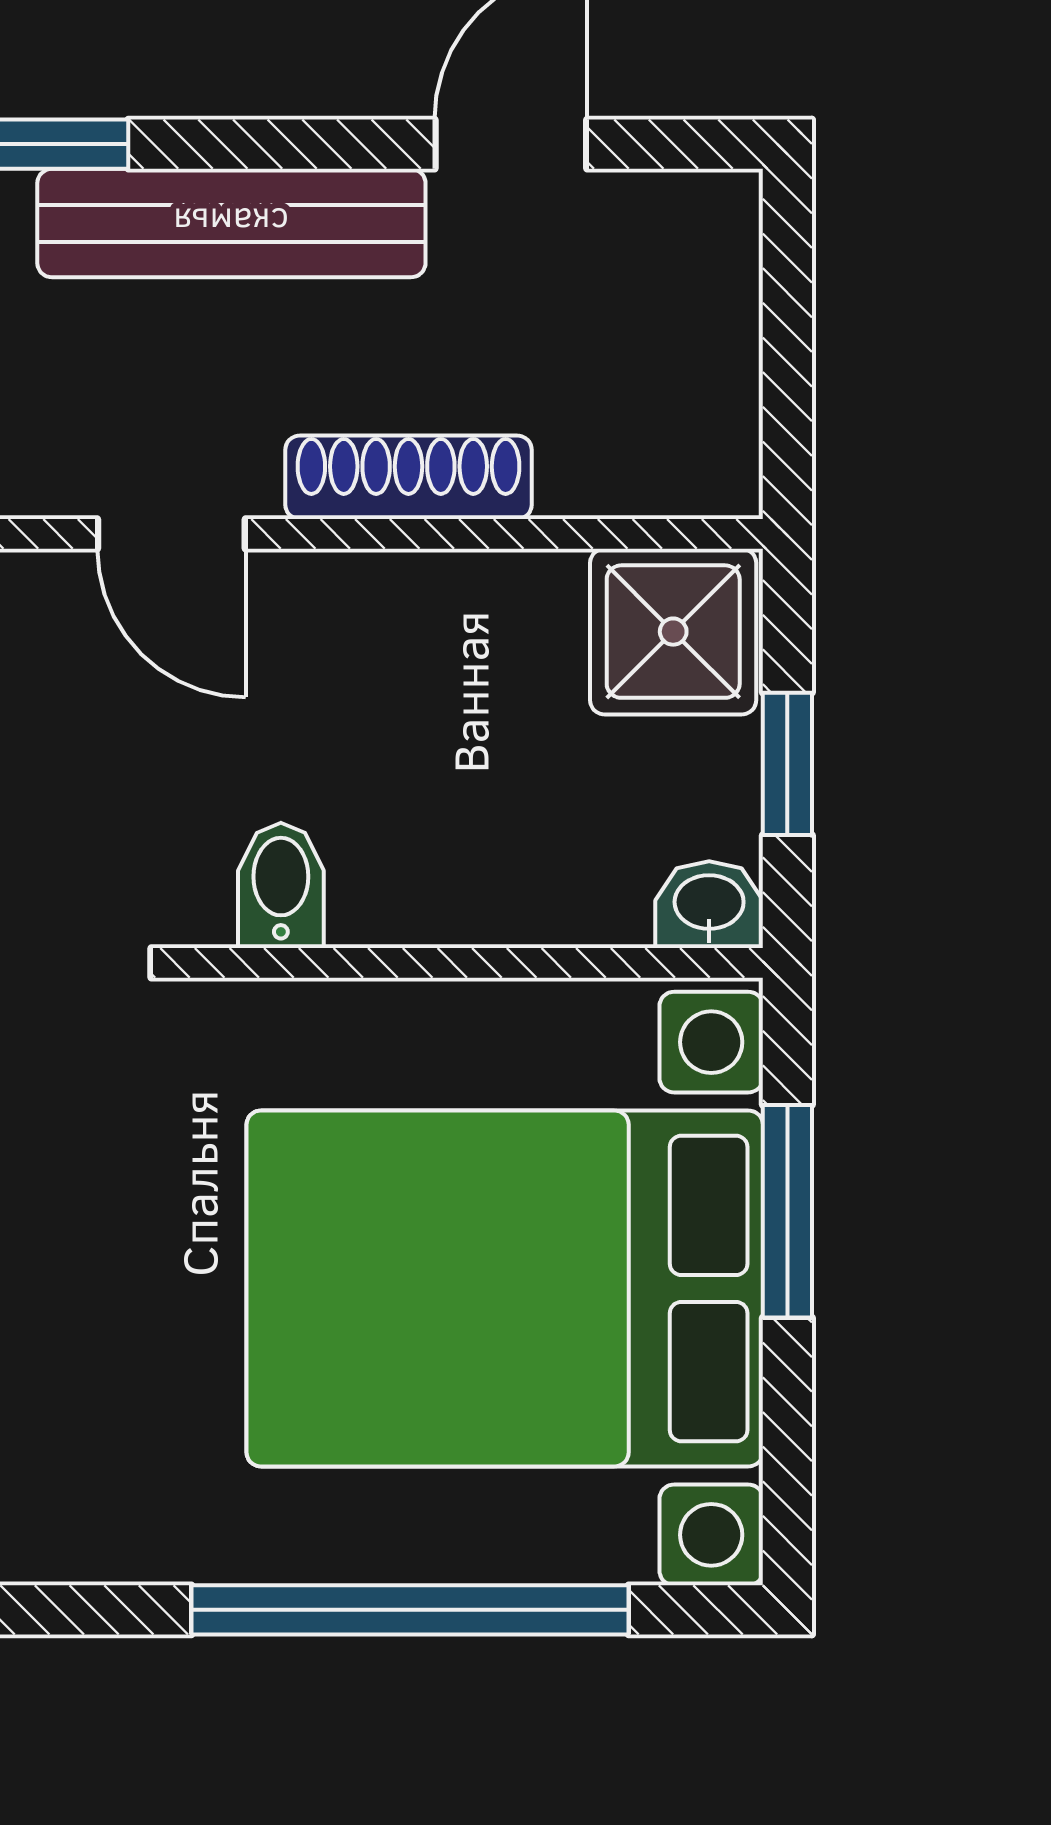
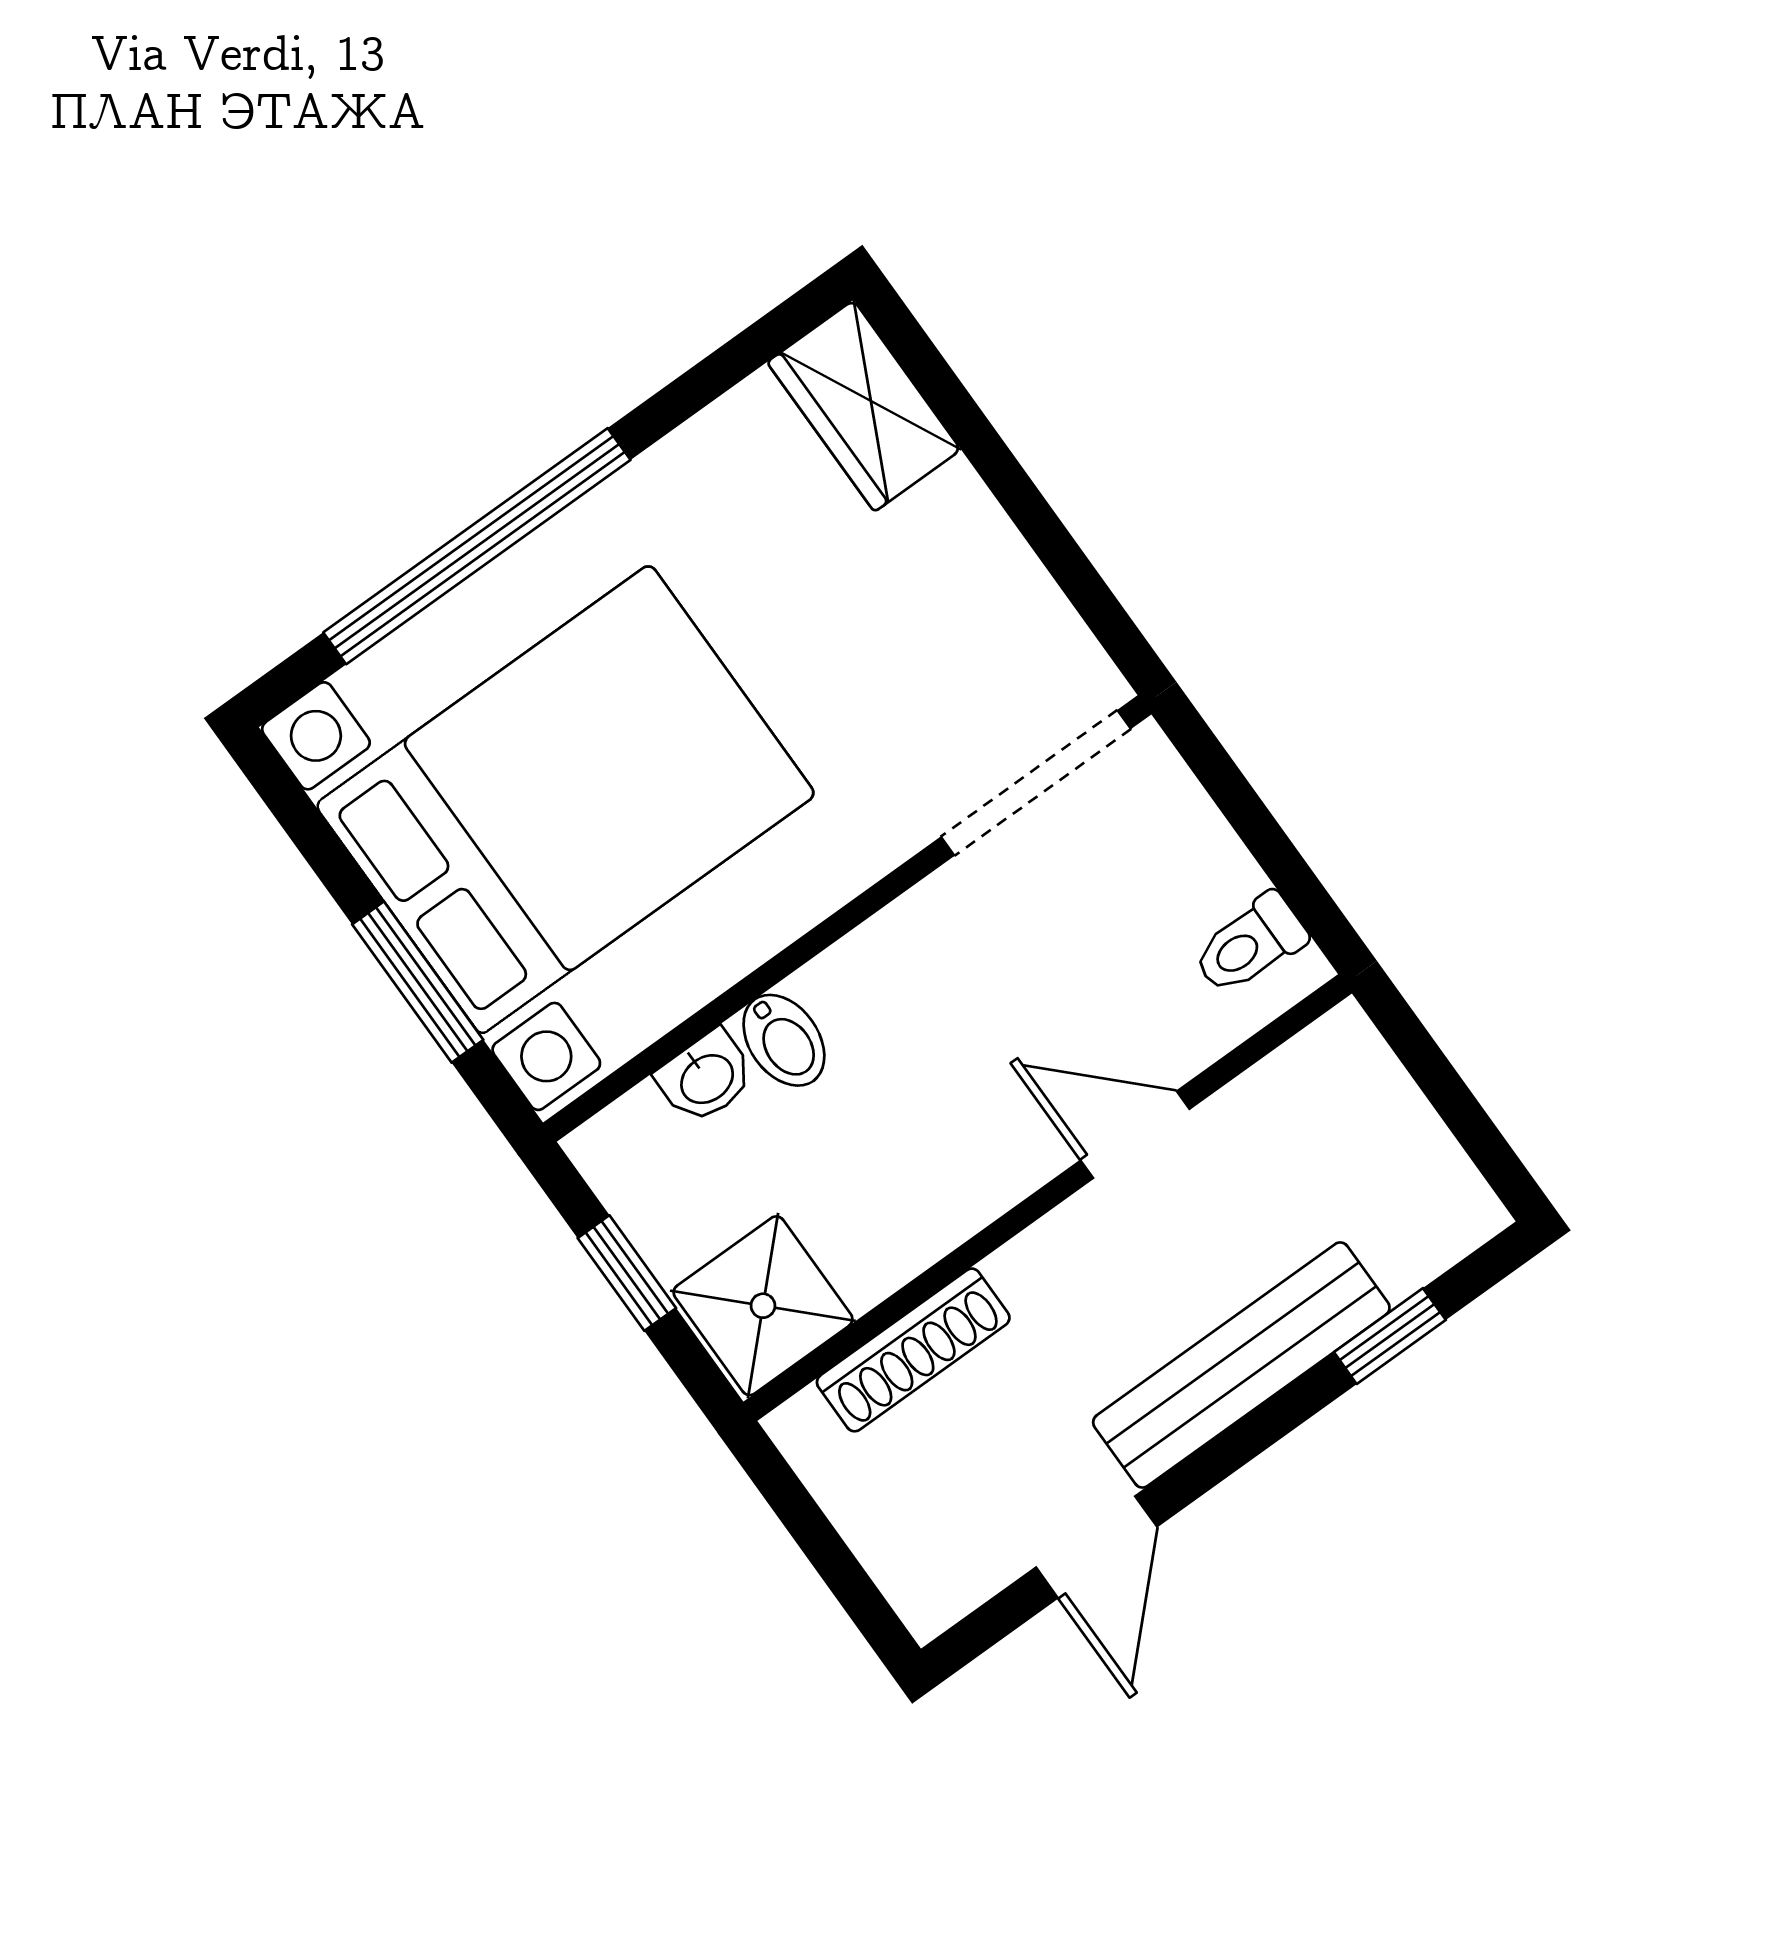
shoe rack: (408, 477) -> (913, 1350), moved
bidet: (281, 885) -> (784, 1040), moved
washbasin: (709, 905) -> (706, 1077), moved

